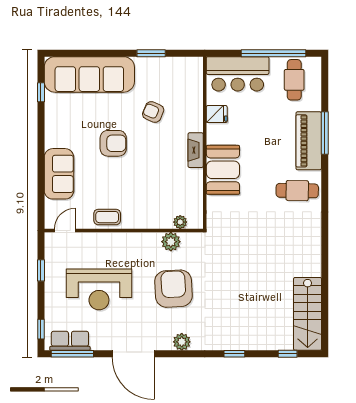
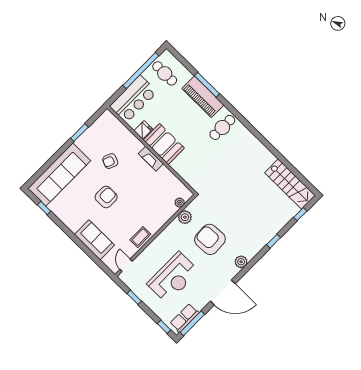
booth: (223, 170) -> (164, 144), moved

